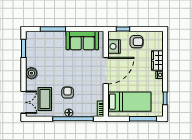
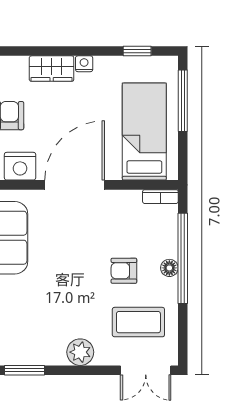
door: (106, 71) -> (75, 185), hinge flipped
double door: (23, 102) -> (146, 370), swing flipped

